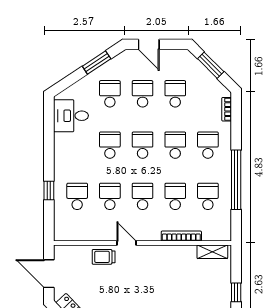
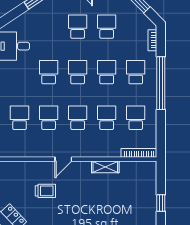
school desk: (110, 94) -> (49, 27), removed
window: (236, 180) -> (161, 83), moved
bookcase: (181, 236) -> (139, 153), moved
door: (126, 243) -> (63, 159), swing flipped
shelving: (212, 252) -> (105, 167), moved
trolley: (104, 257) -> (45, 191), moved, turned 180

